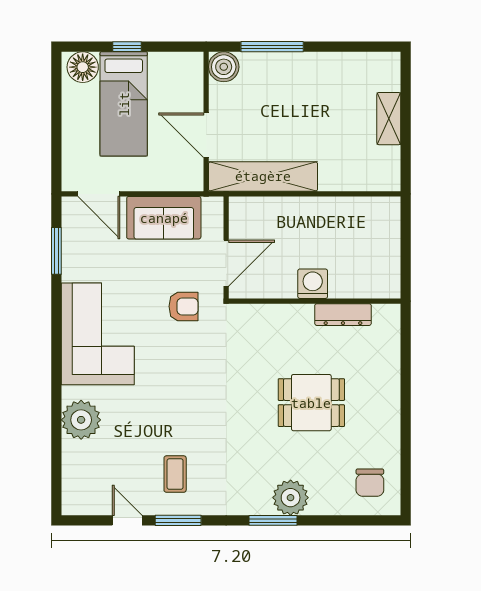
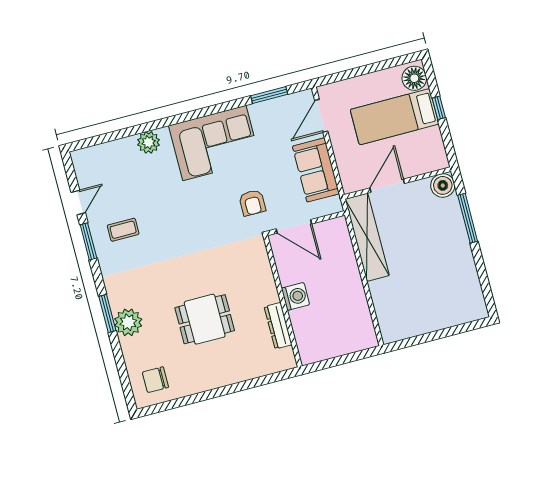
shelving: (389, 119) -> (436, 321), removed
dining table: (311, 403) -> (205, 319), turned 90
plant: (81, 420) -> (149, 142), width x0.73, depth x0.73

